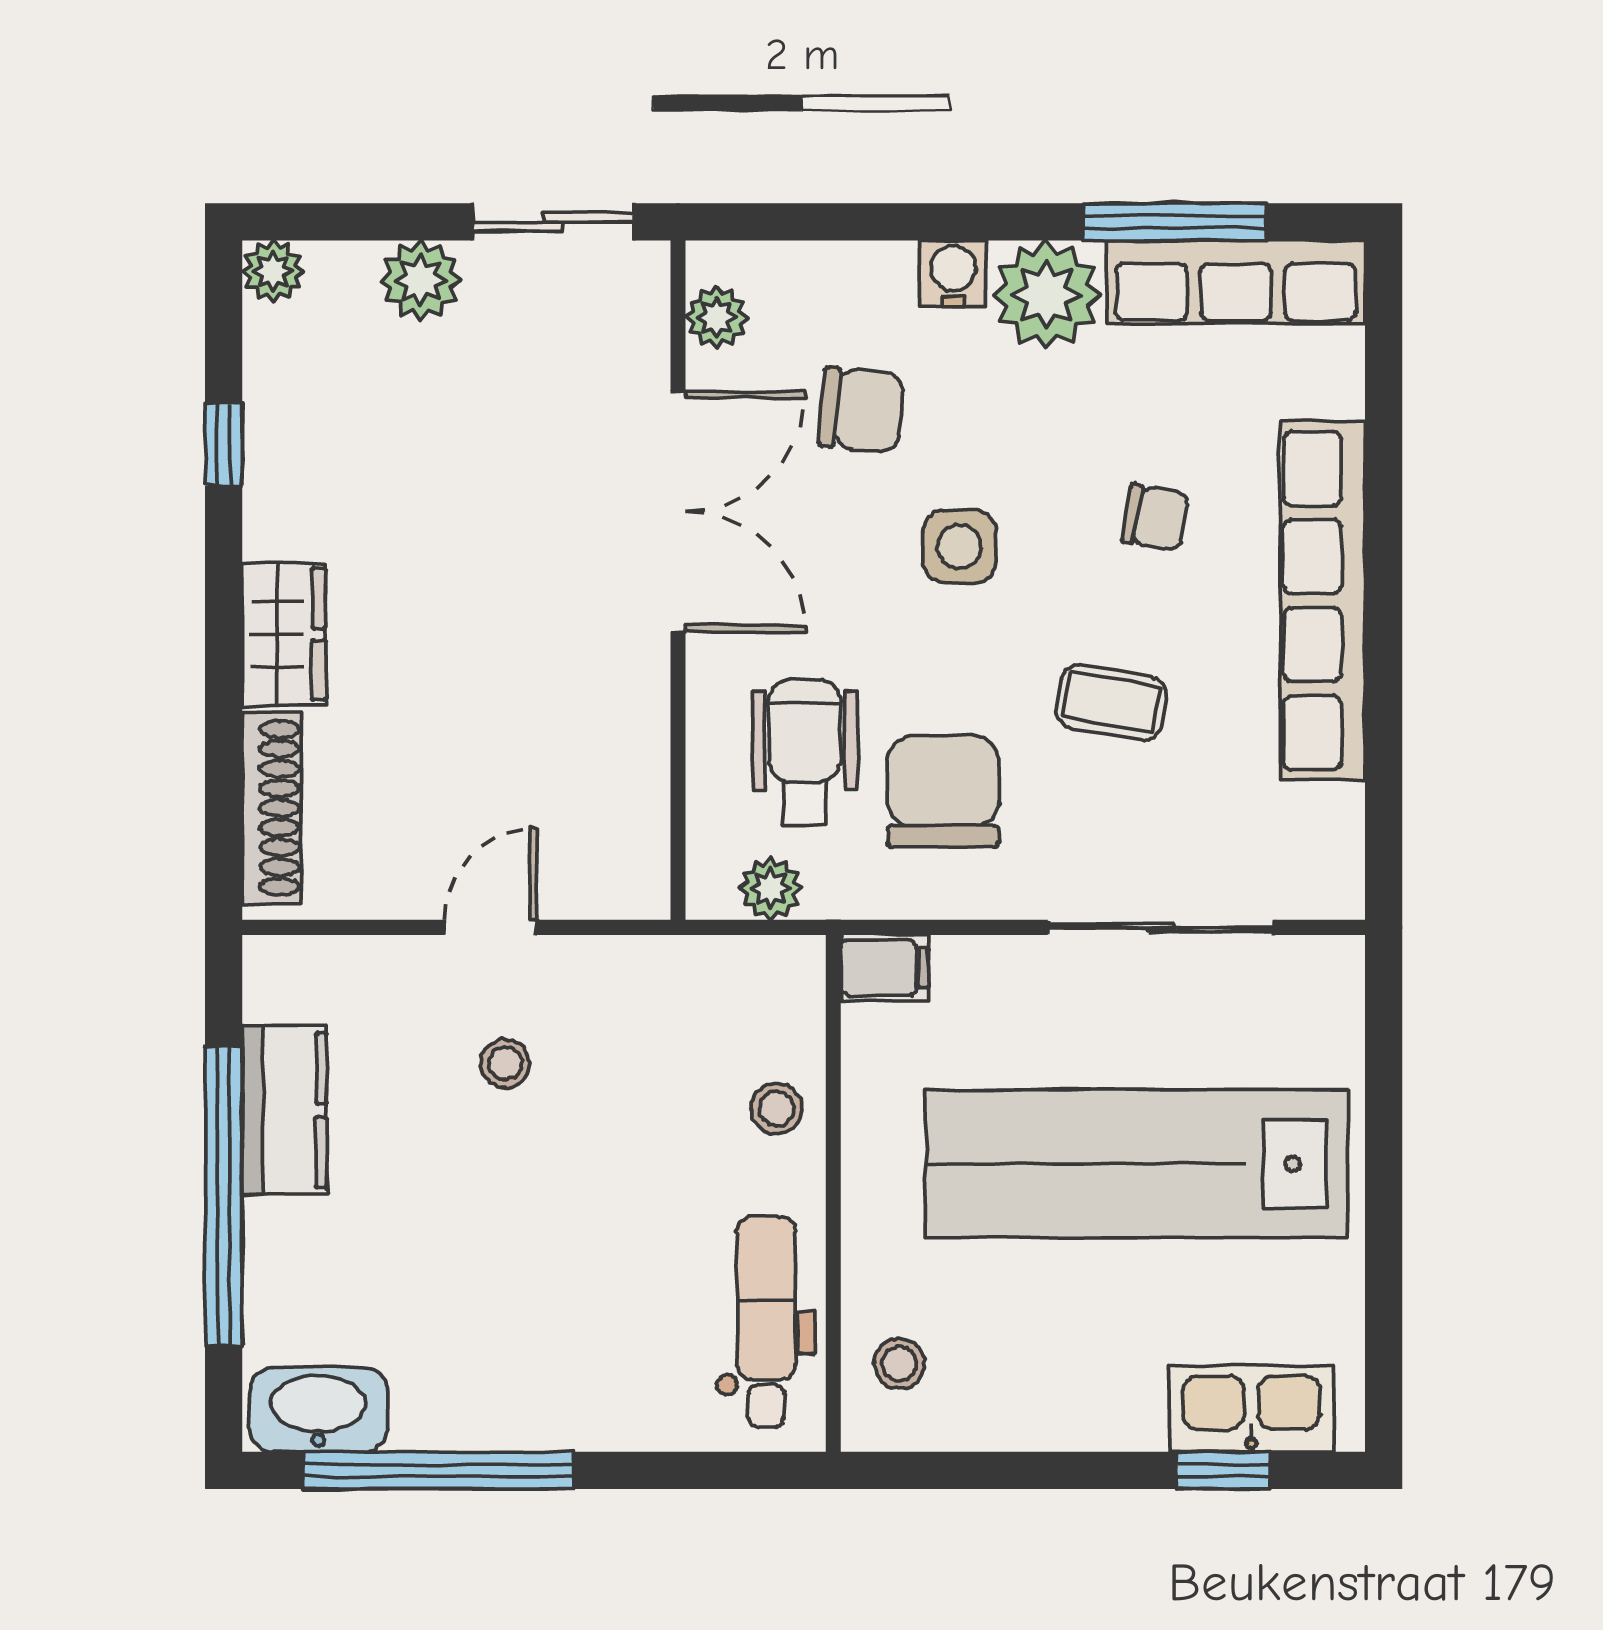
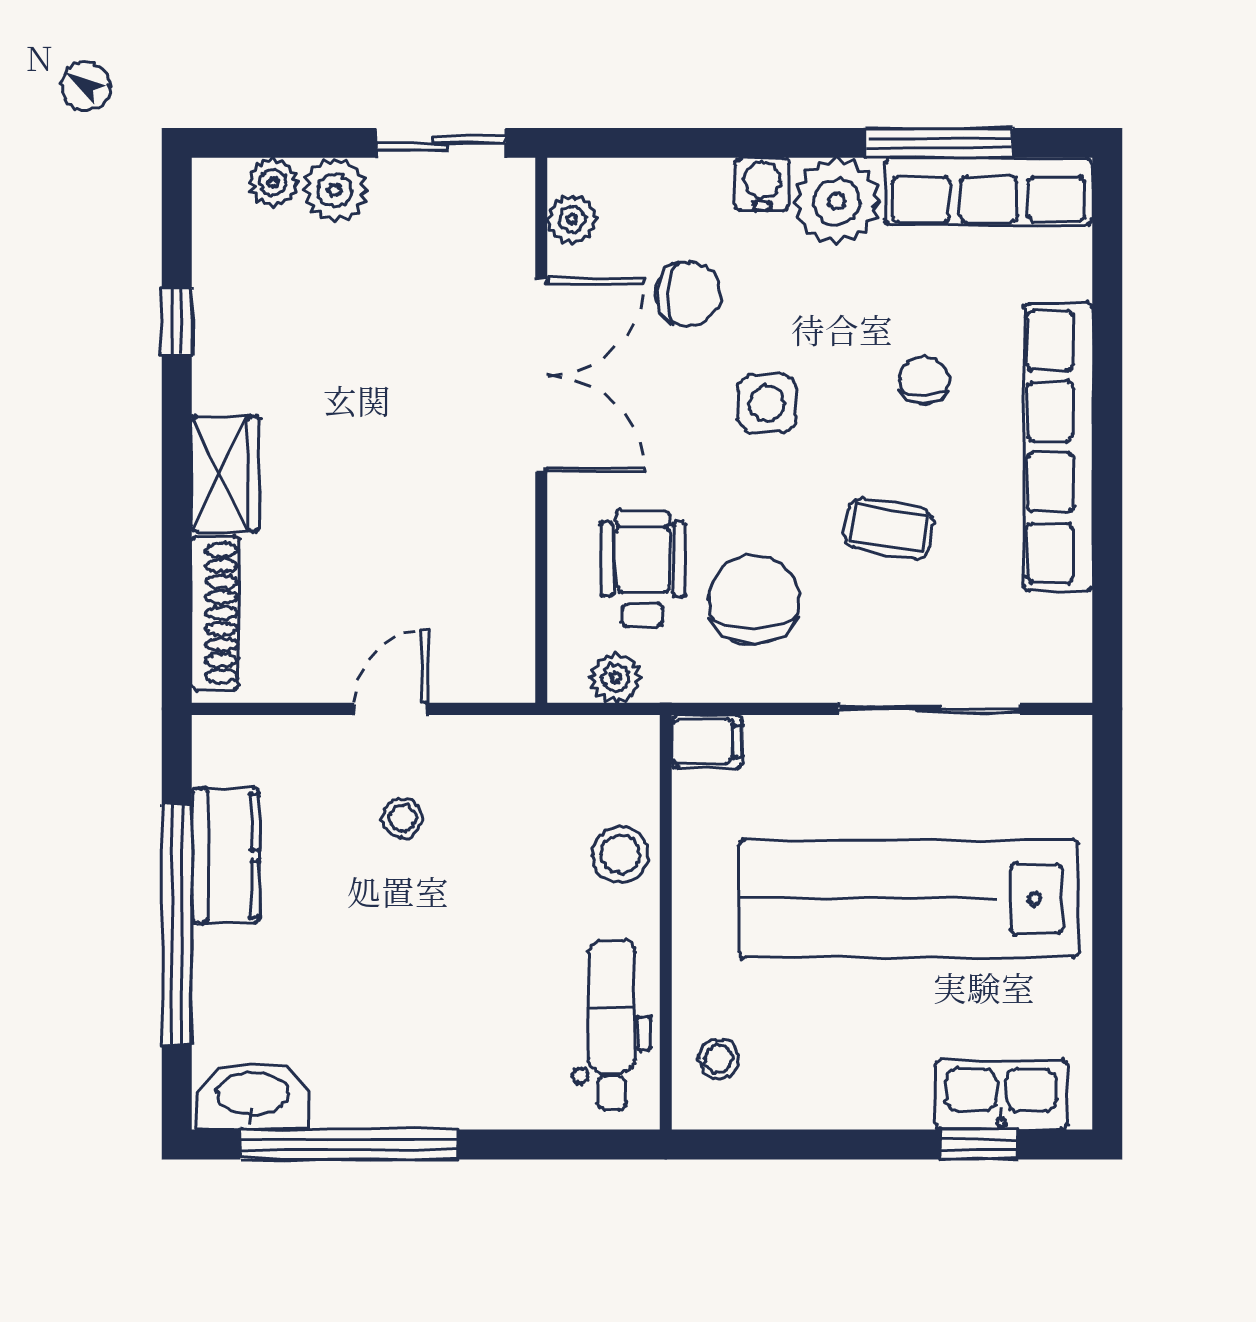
plant: (273, 271) -> (273, 183), moved
chair: (1155, 518) -> (924, 380), turned -100
stool: (777, 1109) -> (620, 854), width x1.37, depth x1.37

